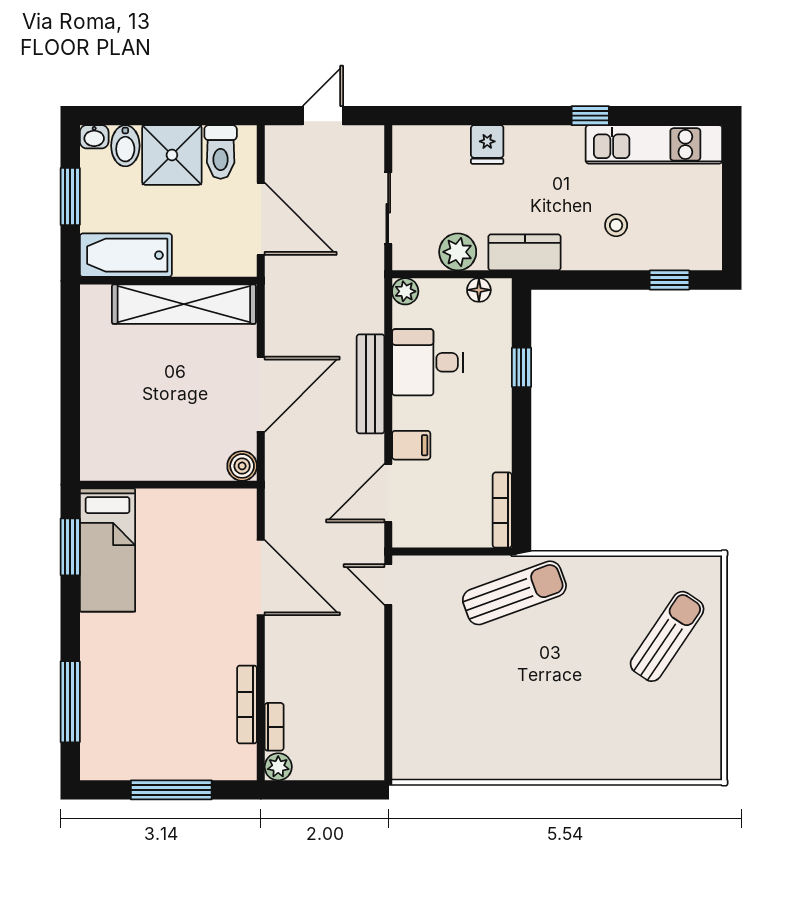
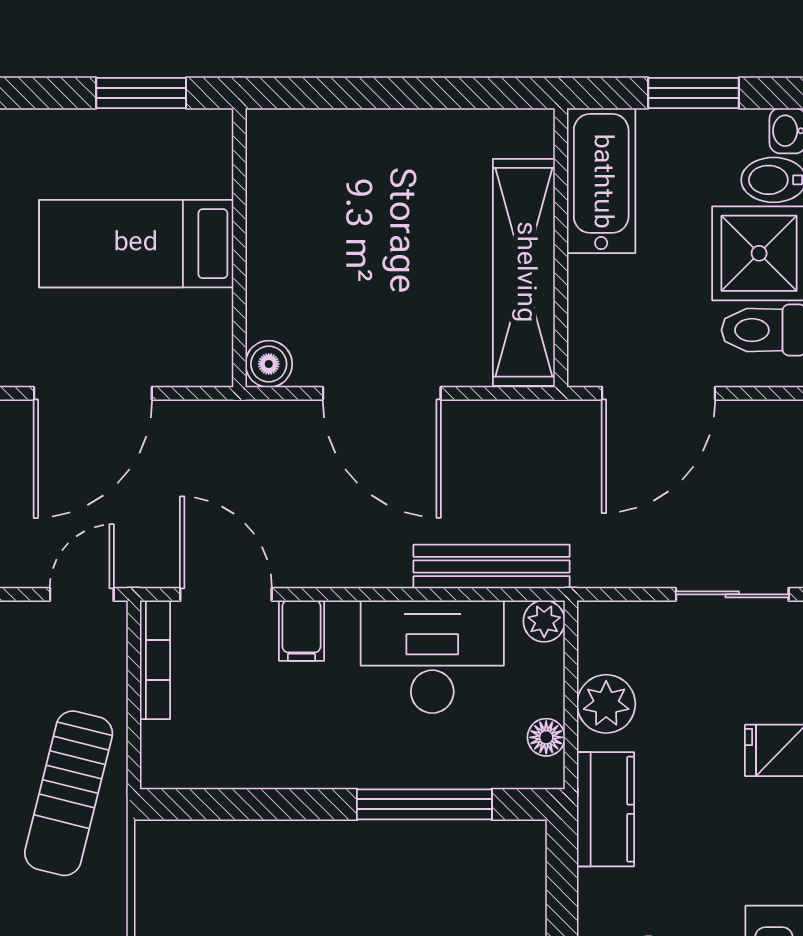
sliding door: (388, 208) -> (732, 594), moved
desk: (428, 362) -> (432, 657), width x1.37
window: (521, 367) -> (424, 804), width x2.17
bench: (371, 384) -> (492, 566), moved
bookcase: (502, 510) -> (155, 660), moved, turned 90
bed: (107, 550) -> (136, 244), moved
sun lounger: (514, 593) -> (69, 793), turned 34

